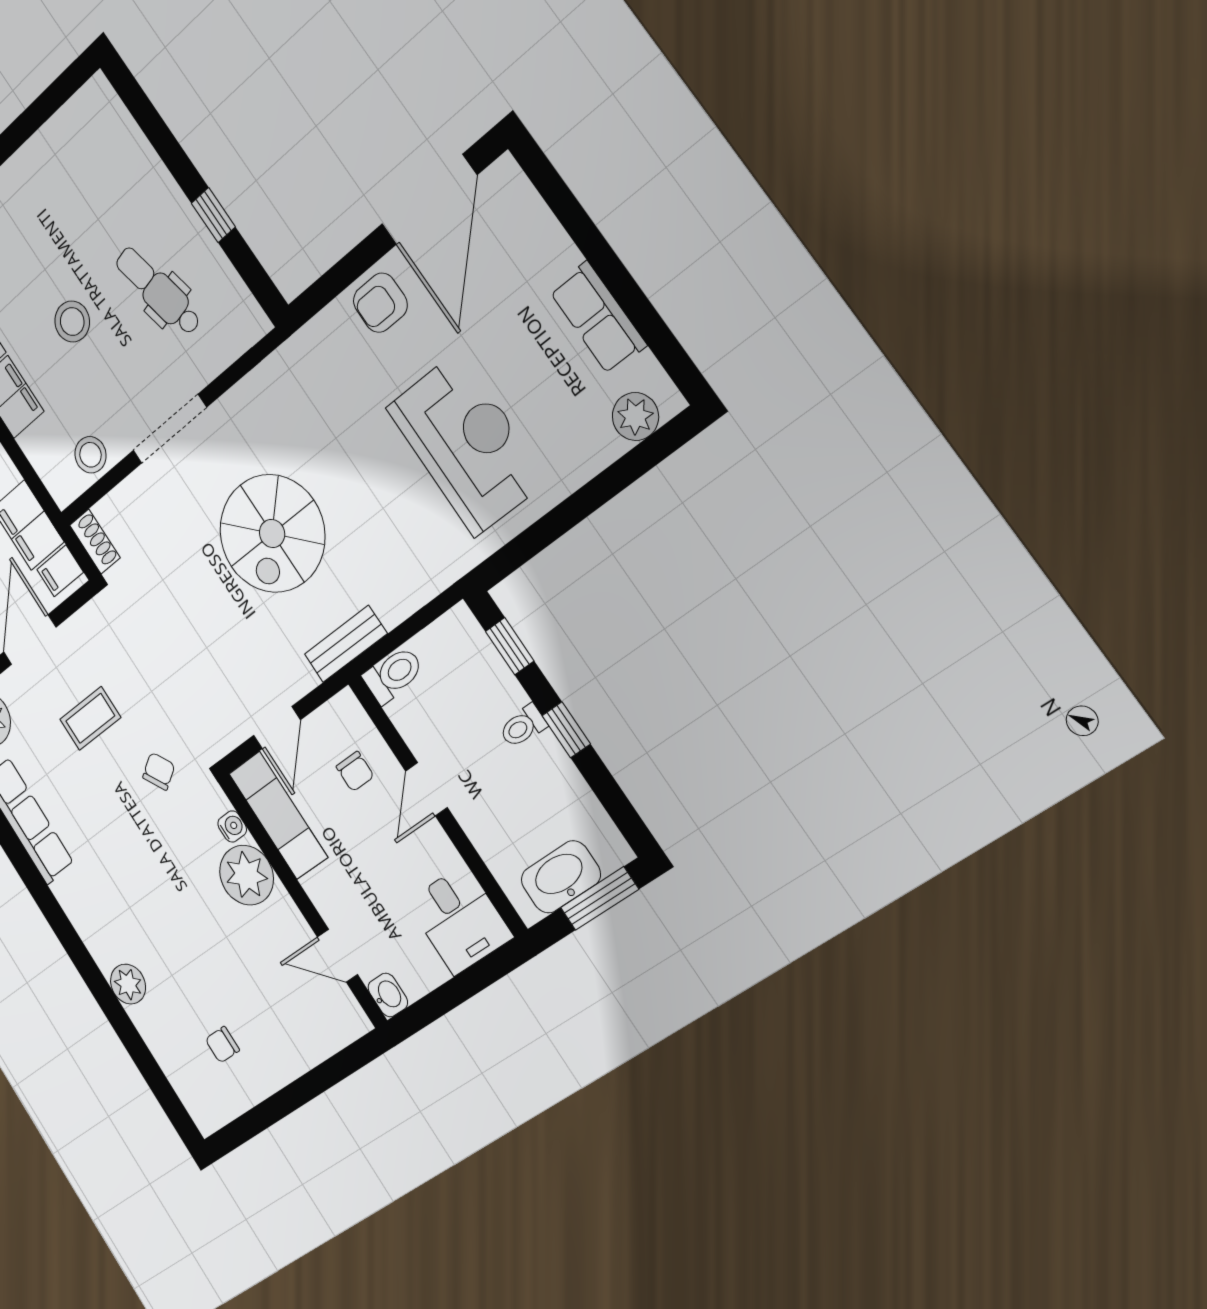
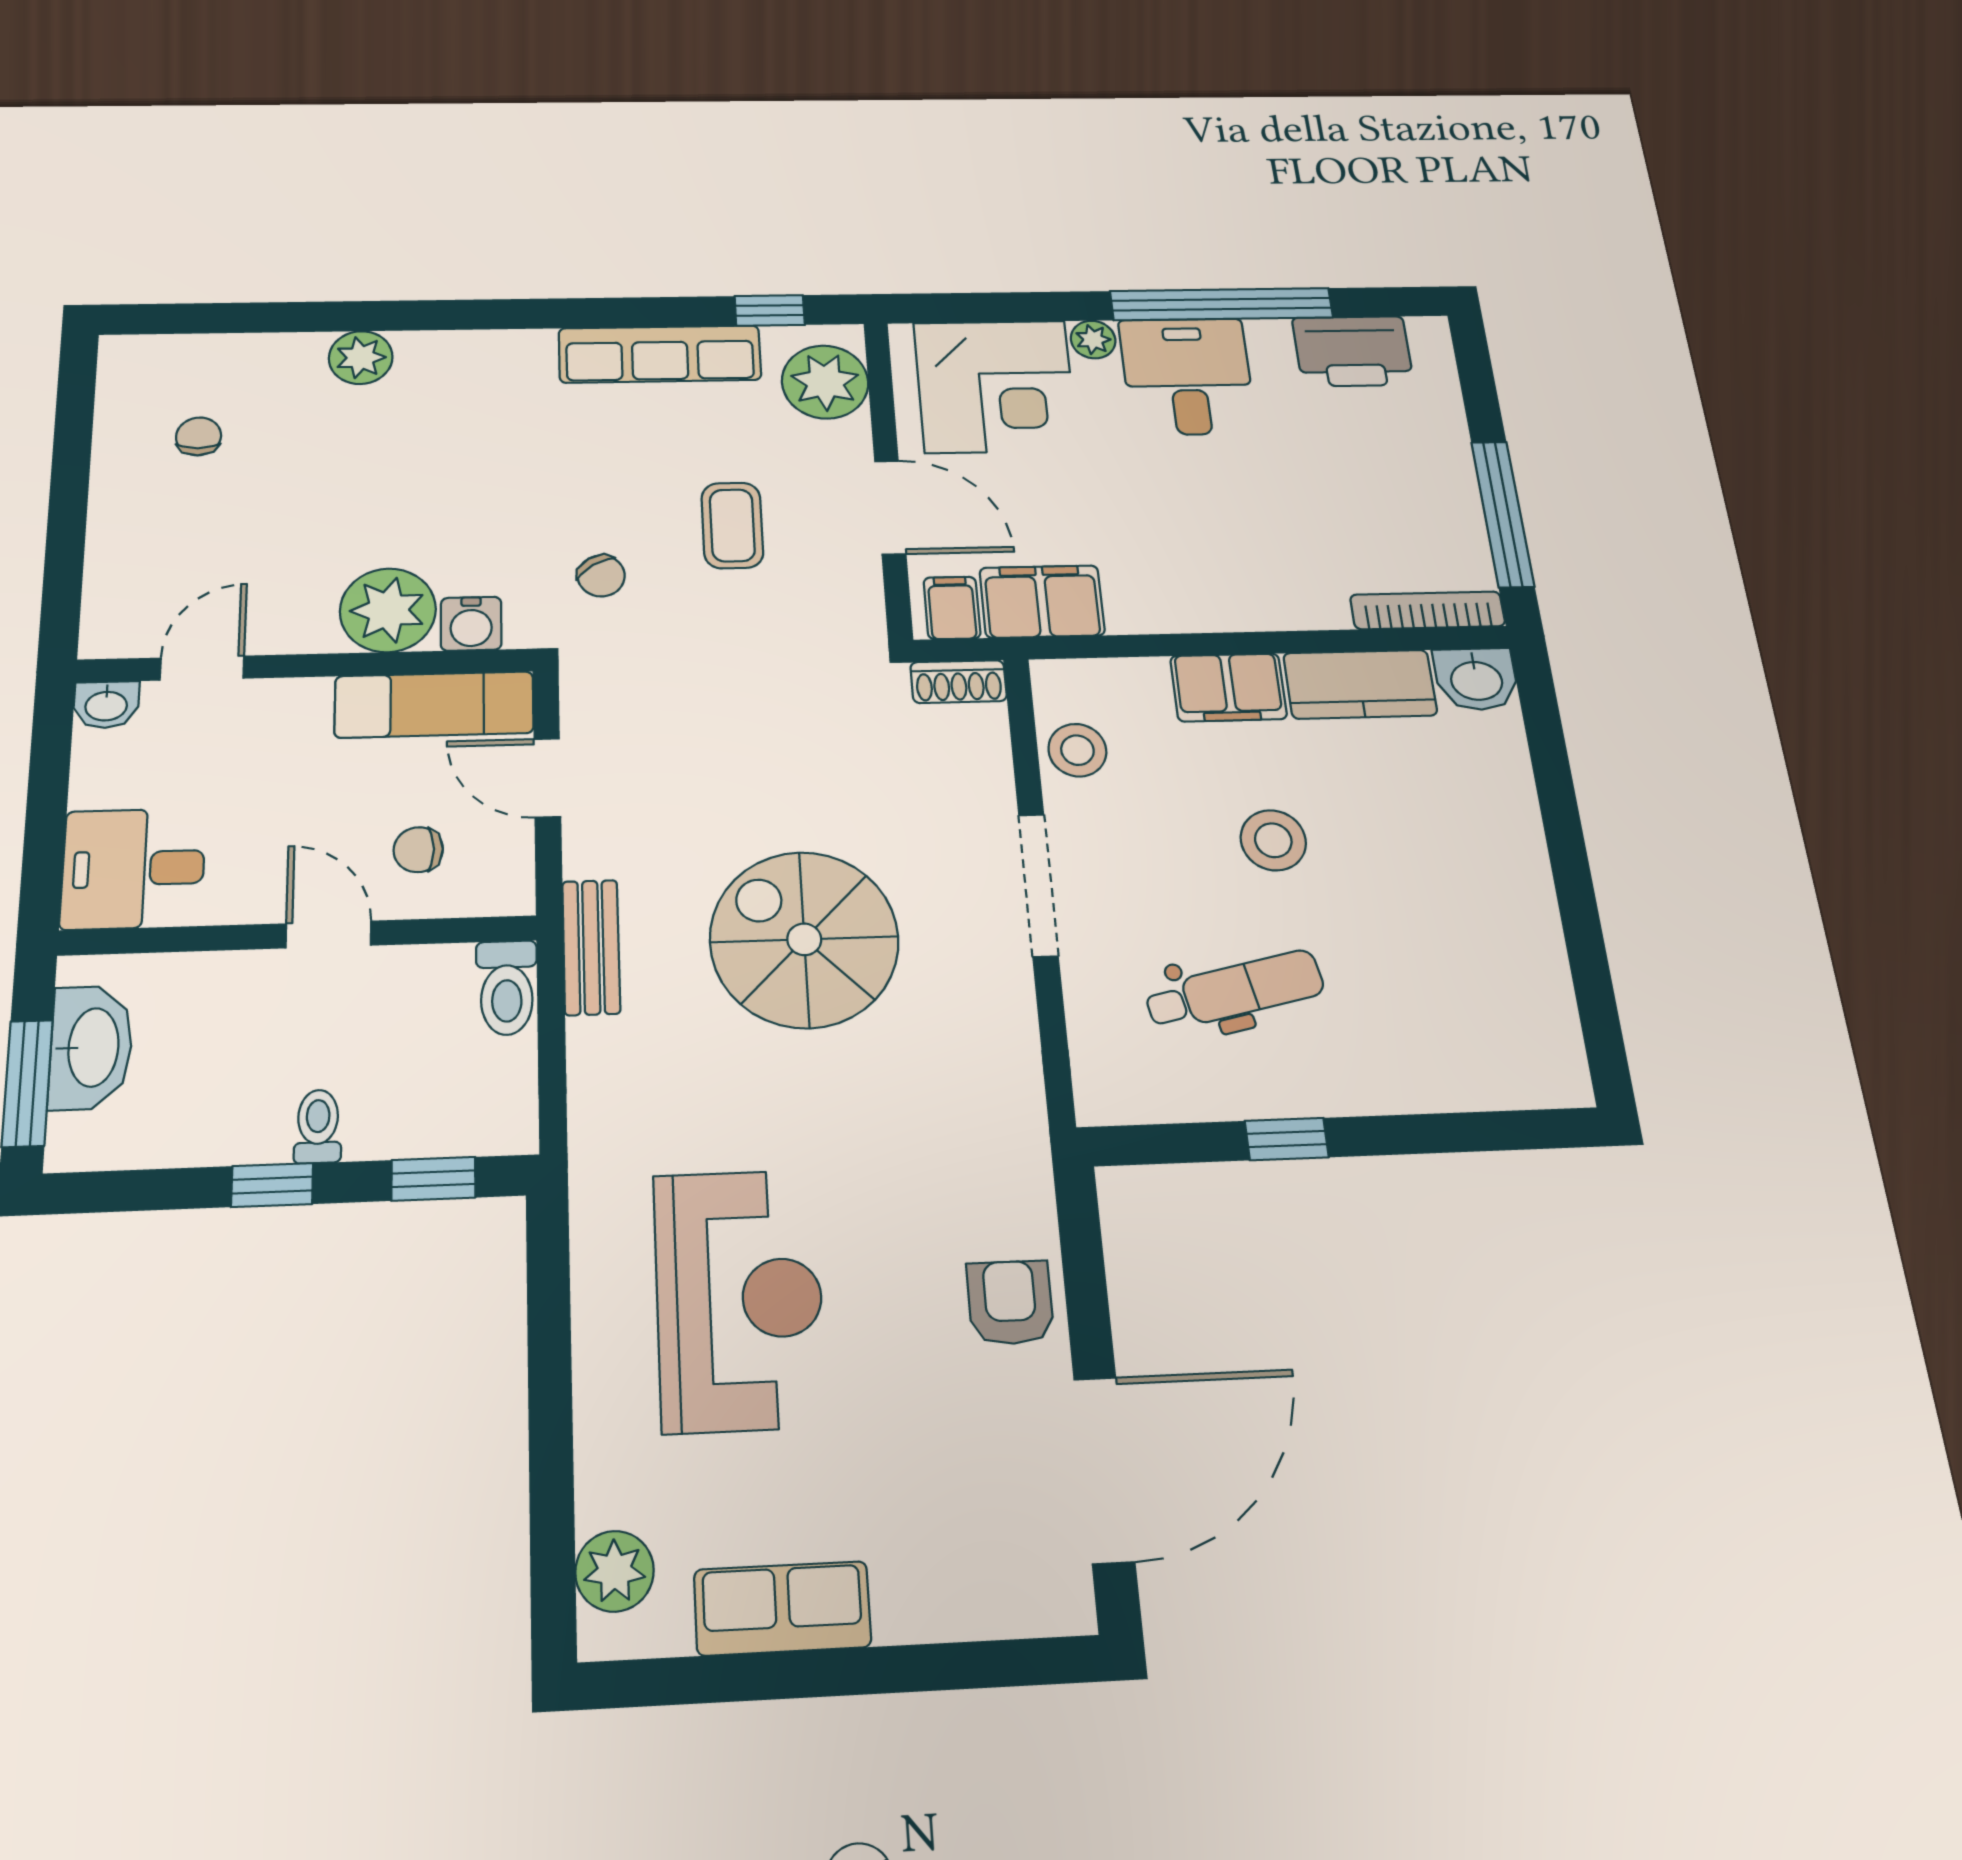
door: (429, 200) -> (1104, 1470), swing flipped
reception desk: (467, 444) -> (739, 1299), turned -90
water cooler: (232, 826) -> (471, 624), width x1.38, depth x1.38

